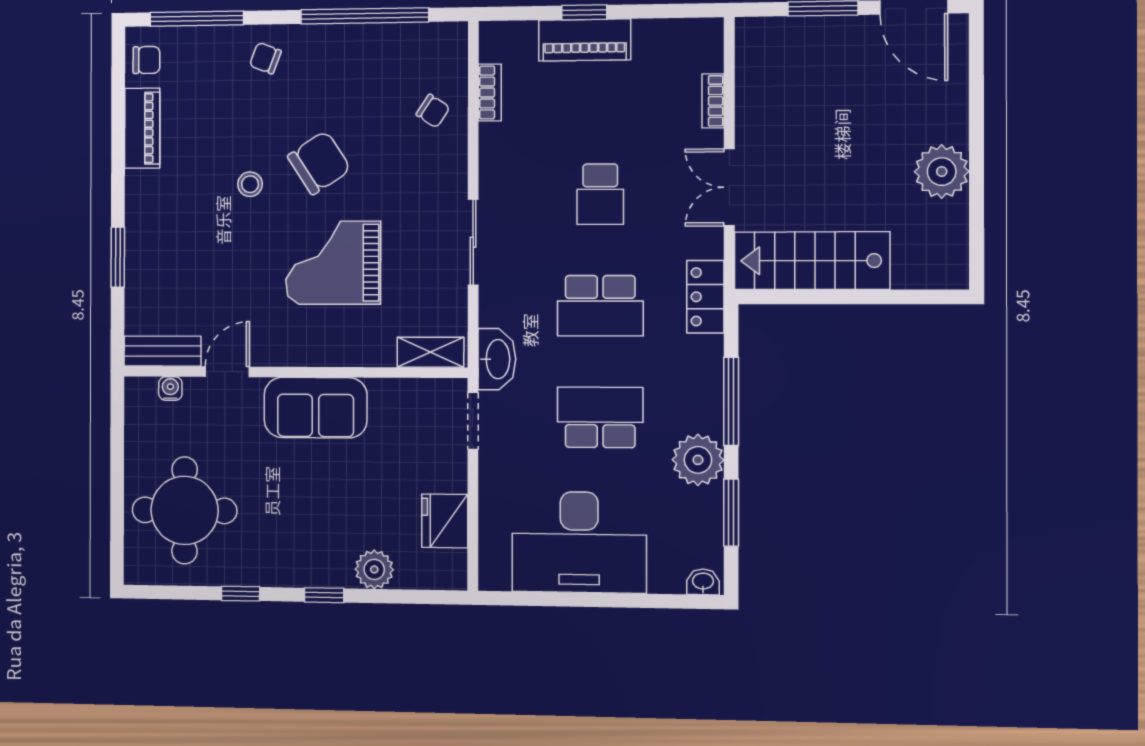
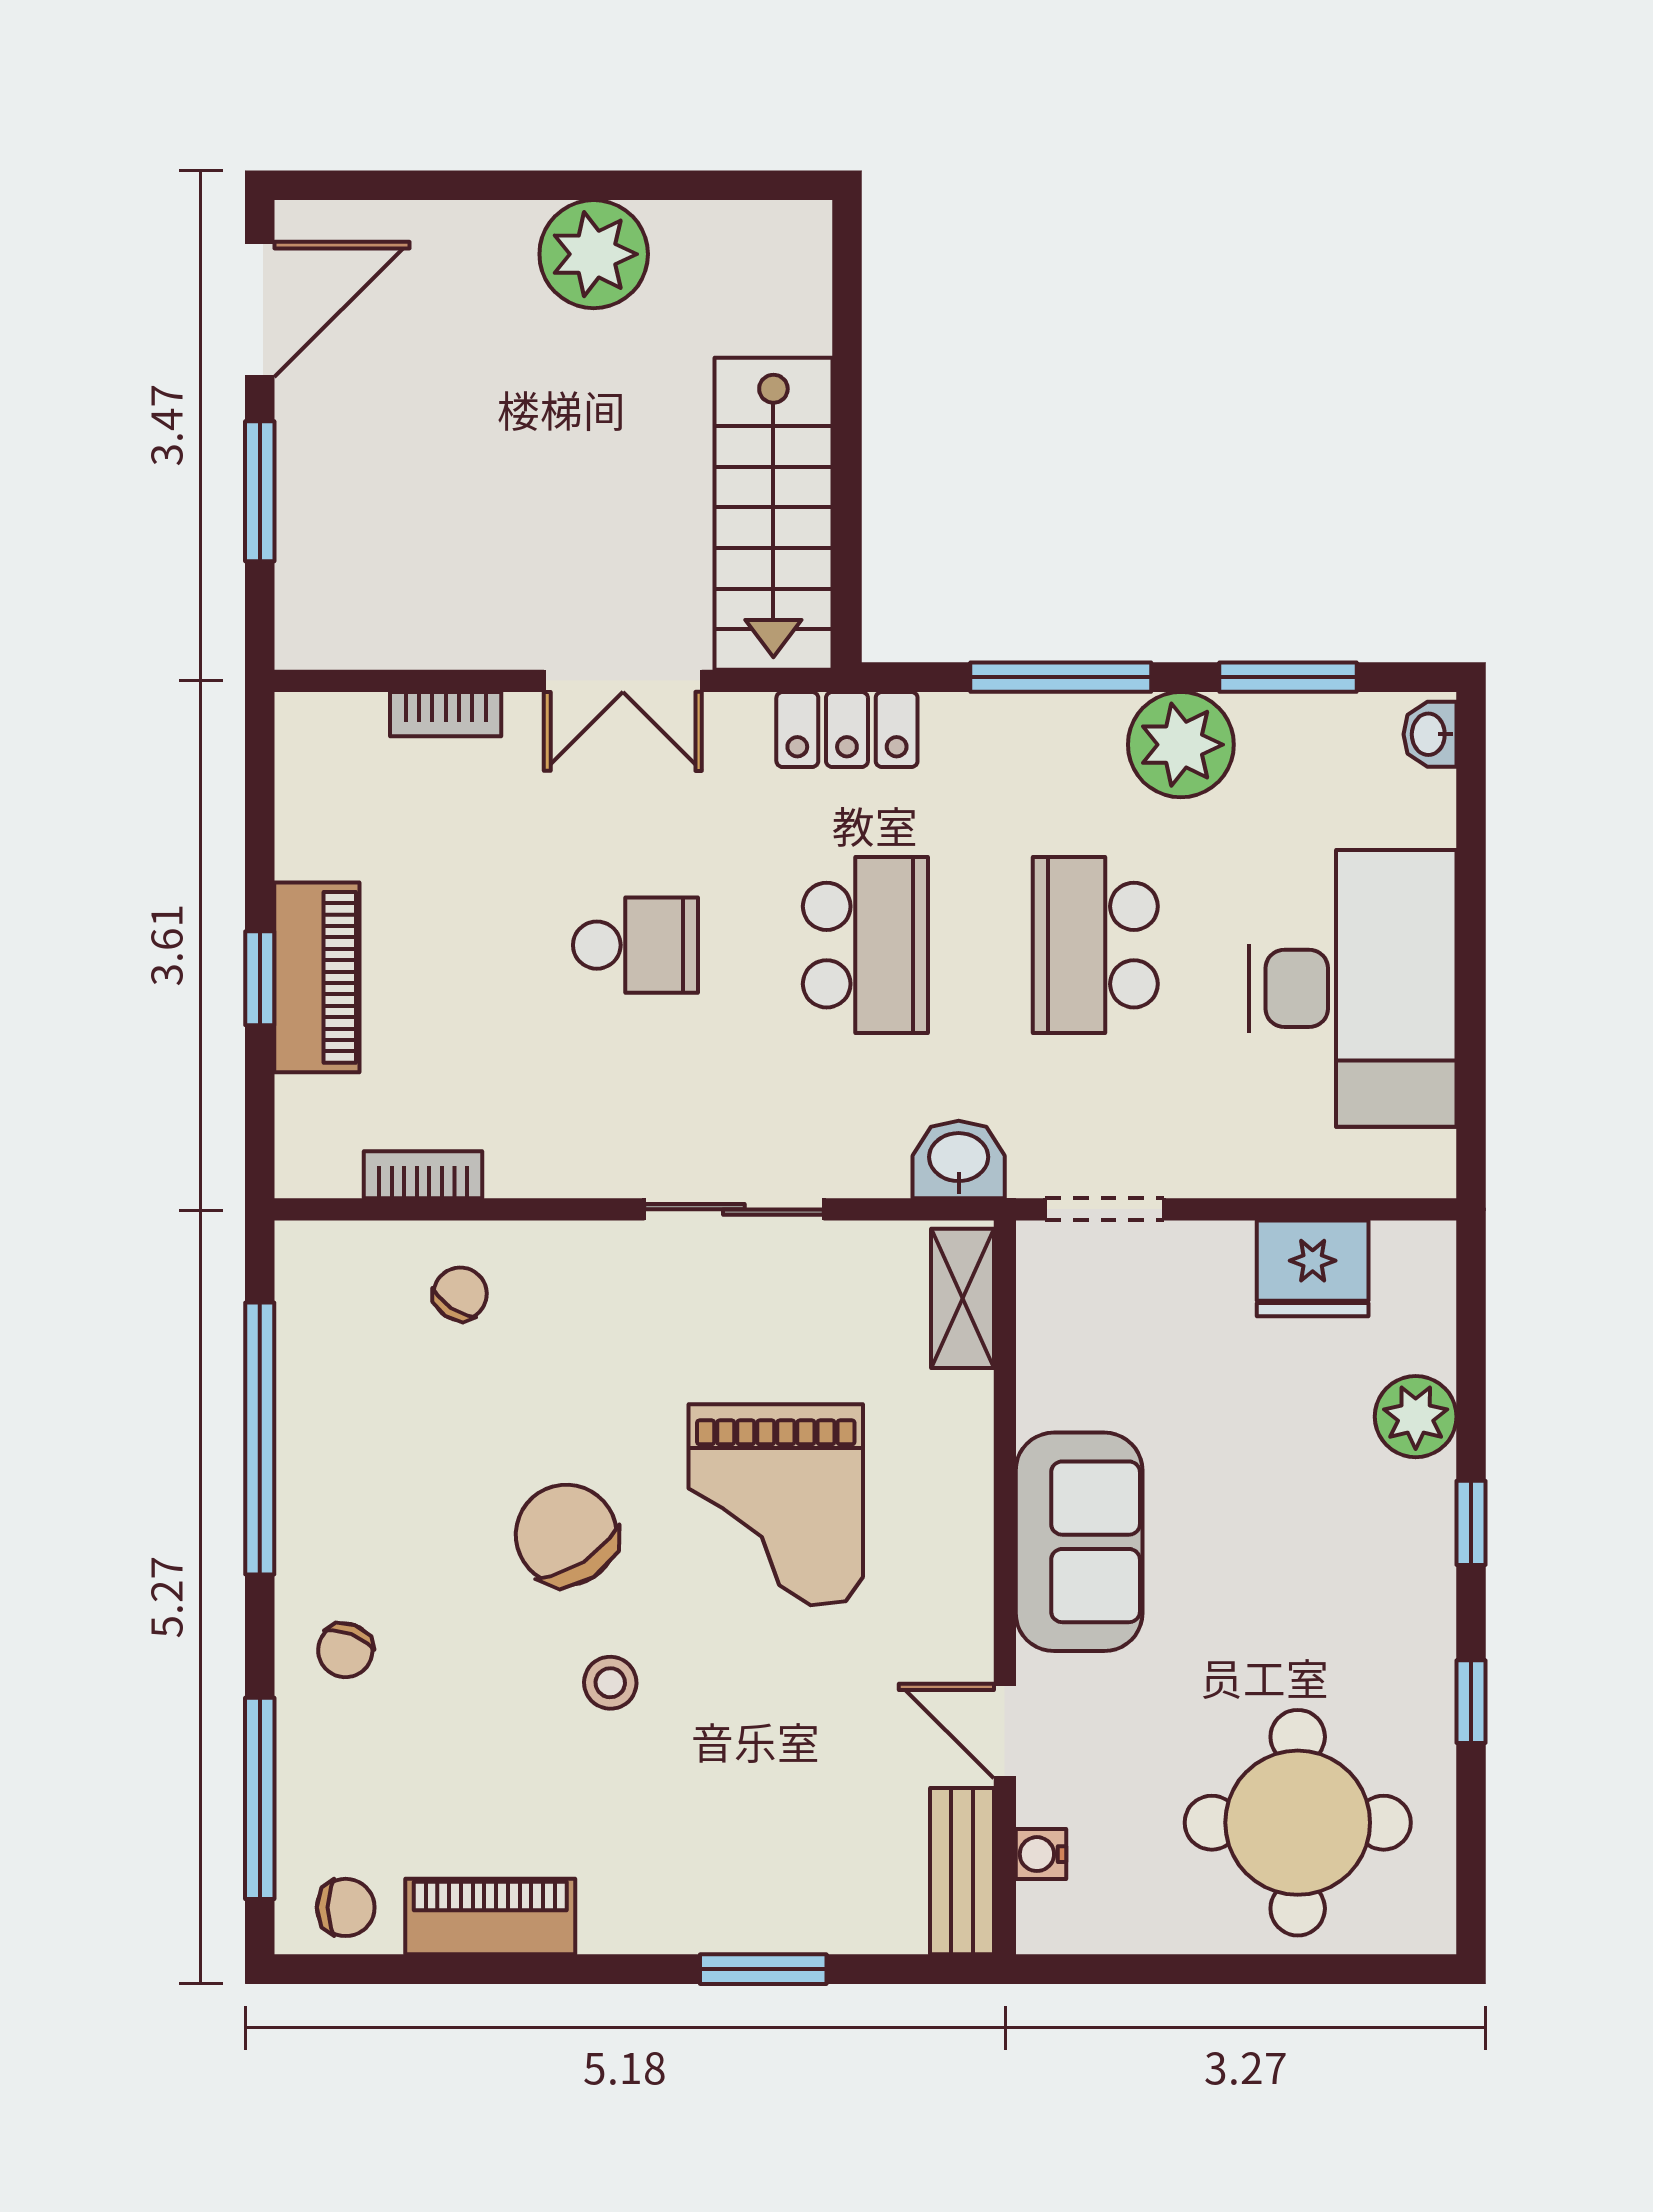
chair: (146, 60) -> (346, 1907), turned 90
washbasin: (497, 359) -> (959, 1159), width x0.72

